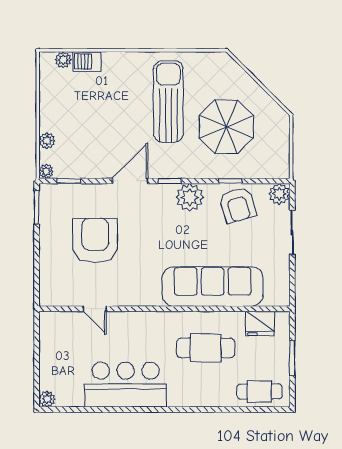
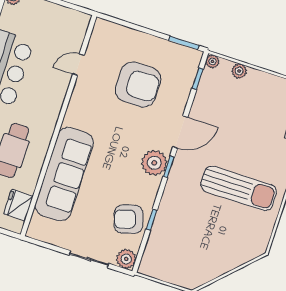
parasol: (226, 127) -> (200, 232), removed
door: (130, 181) -> (180, 132), hinge flipped
plant: (190, 197) -> (154, 163), moved

